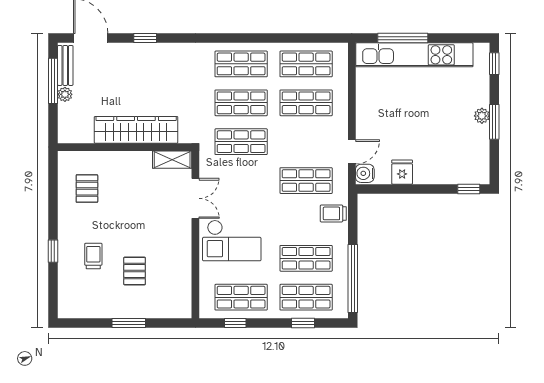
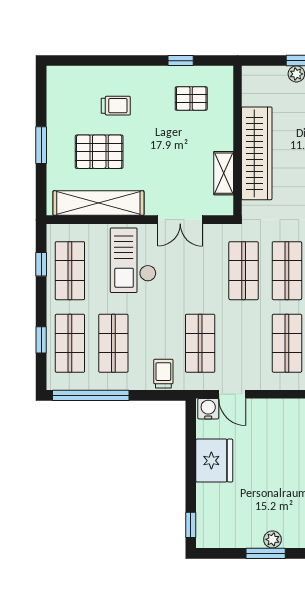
shelving: (172, 160) -> (224, 173), moved
fridge: (402, 172) -> (214, 461), width x1.88, depth x1.34
window: (53, 251) -> (181, 61), moved
pallet: (135, 271) -> (99, 152), width x1.50, depth x1.42
shelving: (181, 272) -> (98, 203), added

